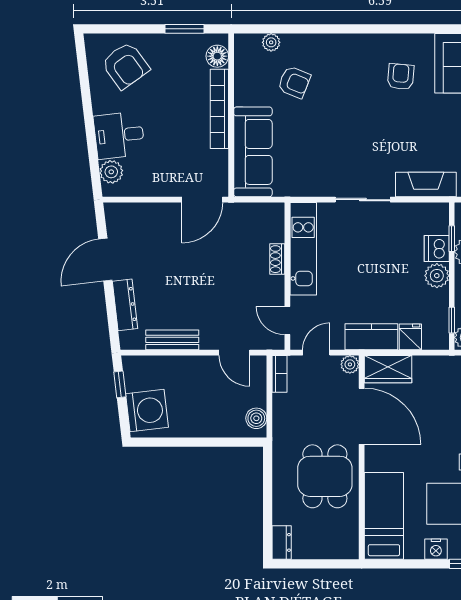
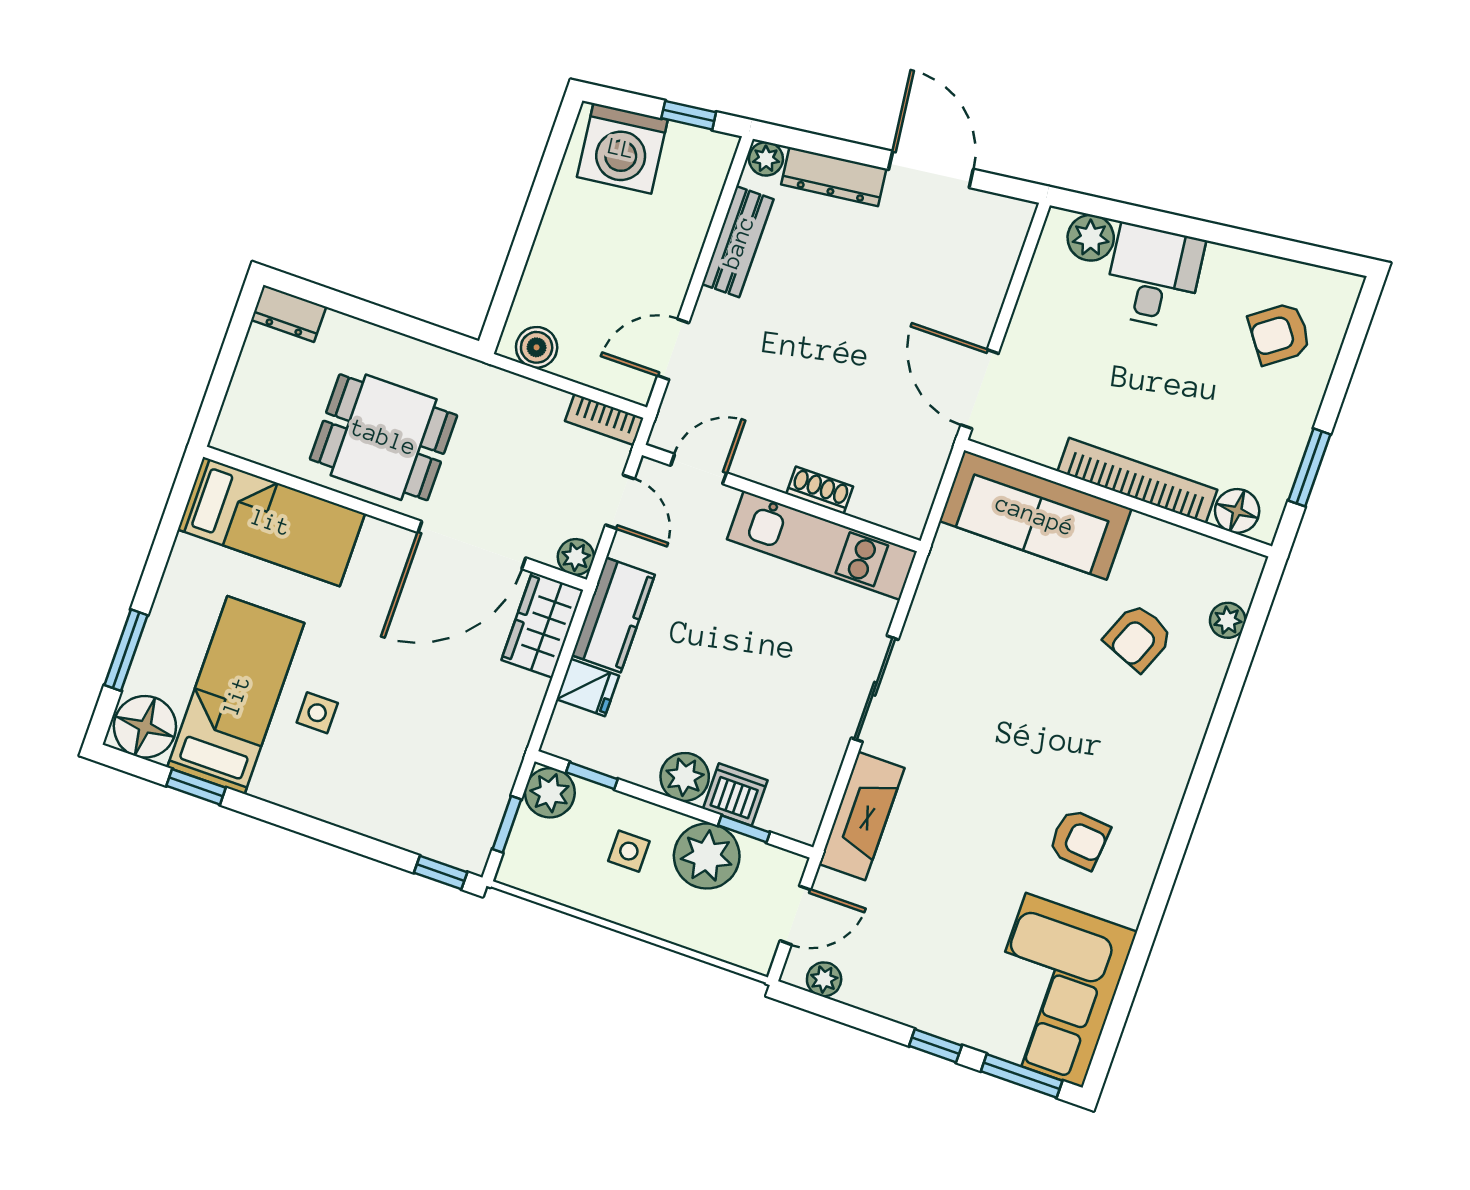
armchair: (125, 66) -> (1279, 334), width x0.72, depth x0.72
plant: (128, 340) -> (766, 159), added
nightstand: (436, 549) -> (175, 597), removed

